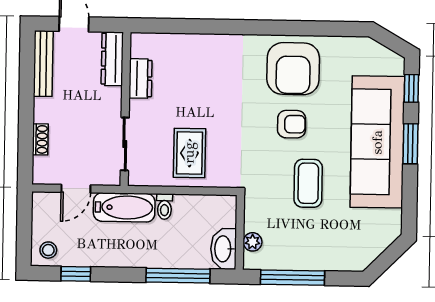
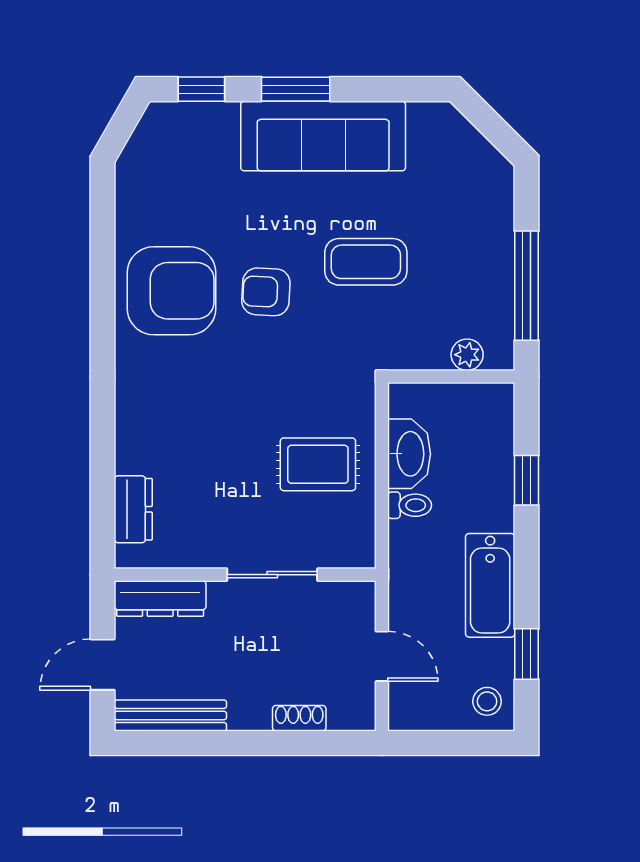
dresser: (141, 78) -> (133, 509), moved, turned 90
armchair: (292, 124) -> (266, 292), turned -87
sofa: (377, 142) -> (323, 136), width x0.74, depth x0.79
sliding door: (125, 144) -> (272, 575), moved
bathtub: (124, 207) -> (490, 585), moved, turned 180
washbasin: (224, 249) -> (409, 454), moved, turned -90
window: (178, 276) -> (527, 480), width x0.46

